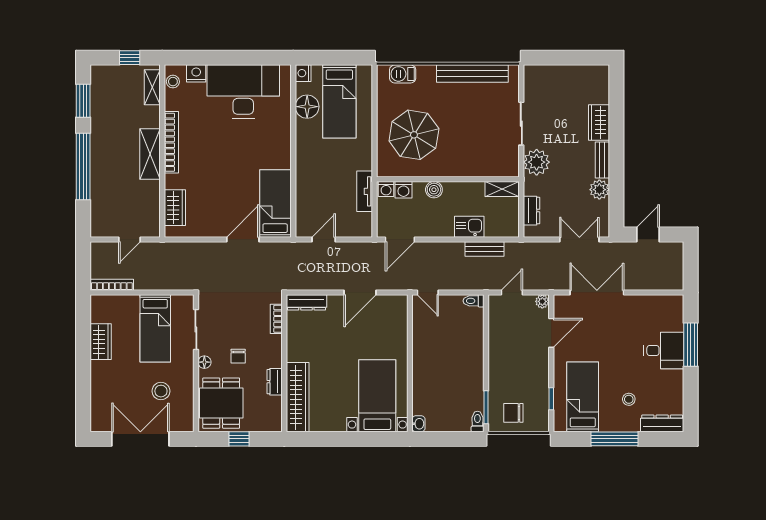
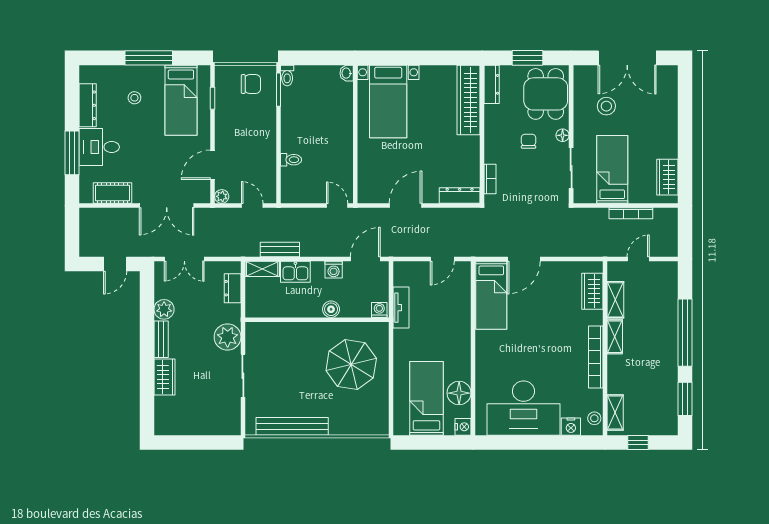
barbecue: (403, 74) -> (363, 426), removed
shelving: (150, 154) -> (615, 337), width x0.67, depth x0.75
shelving: (502, 189) -> (262, 269), moved
washing machine: (403, 190) -> (334, 270), moved, turned 180
shelving: (152, 199) -> (615, 300), added
bookcase: (112, 285) -> (631, 213), moved
door: (512, 292) -> (252, 206), swing flipped
toilet: (474, 301) -> (291, 160), moved
cot: (651, 305) -> (112, 193), added
wardrobe: (101, 342) -> (667, 177), moved
dresser: (275, 382) -> (492, 84), moved, width x1.44
dresser: (662, 423) -> (88, 105), moved, turned -90
window: (239, 439) -> (528, 58), width x1.50

